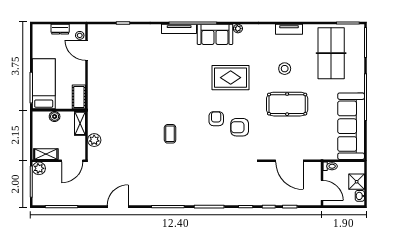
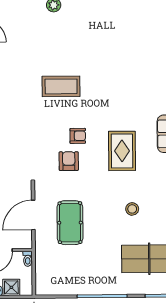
pool table: (287, 104) -> (70, 223), moved
sofa: (351, 126) -> (71, 281), removed
coffee table: (170, 134) -> (61, 86), width x1.86, depth x1.72

